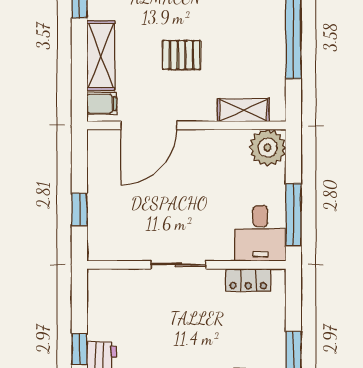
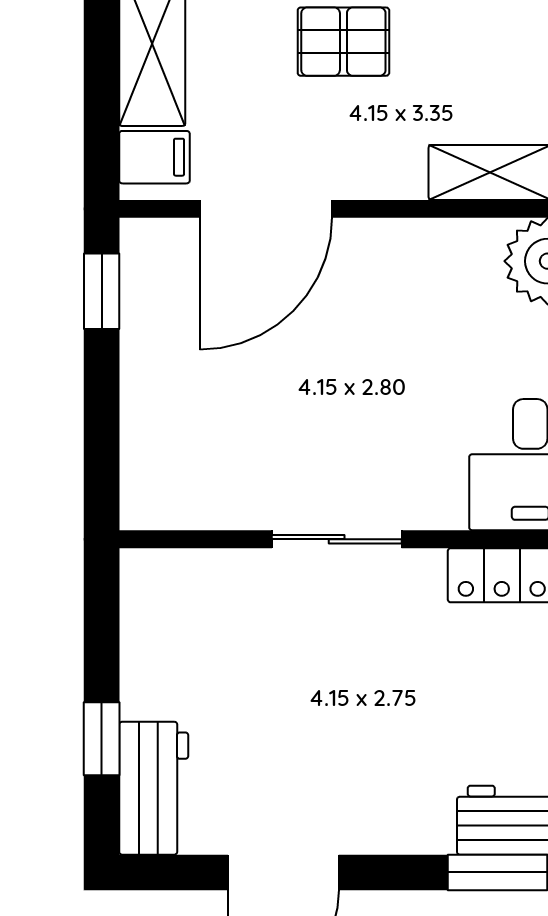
window: (79, 209) -> (102, 291), moved

